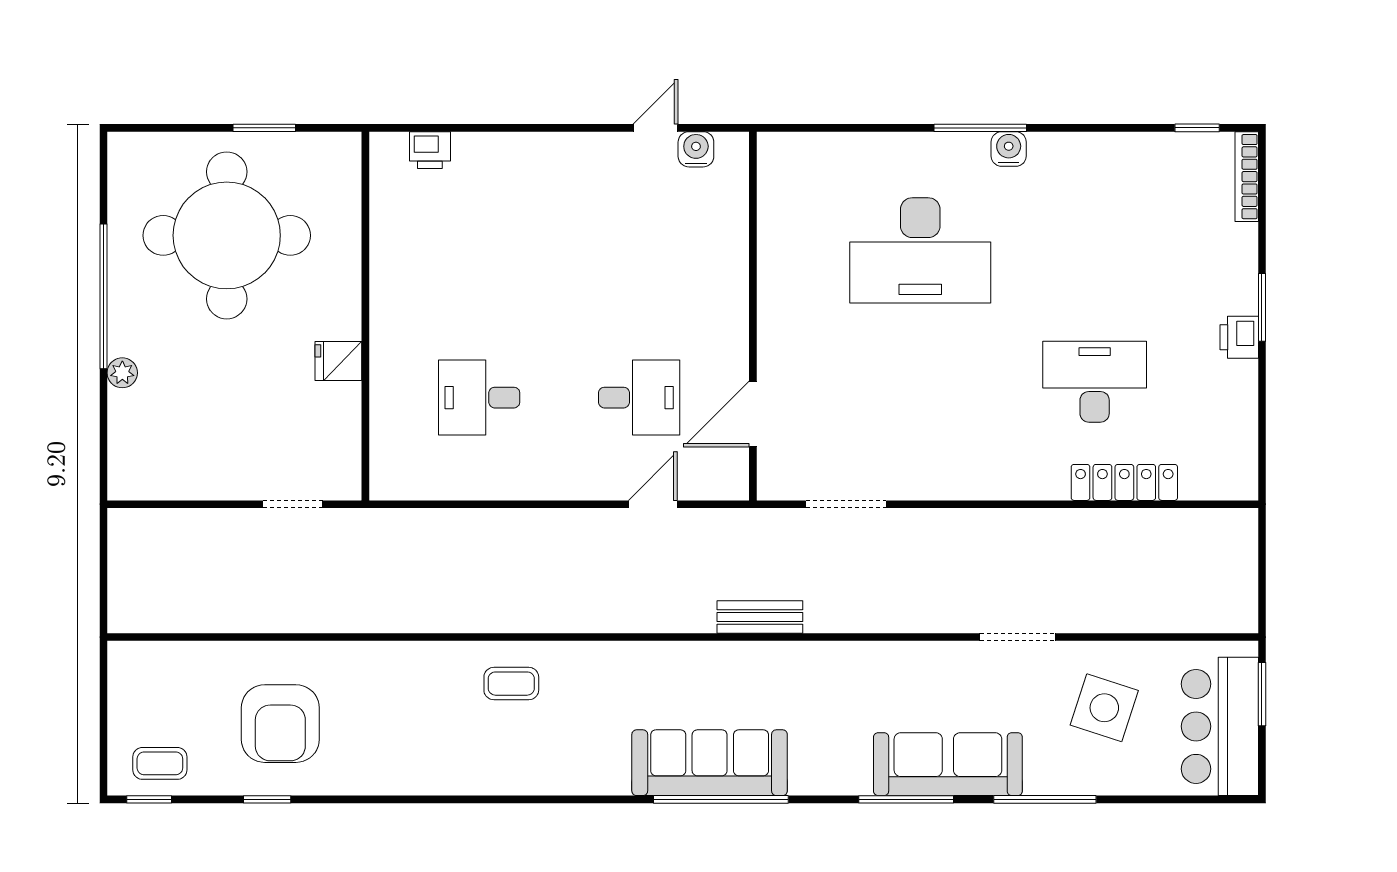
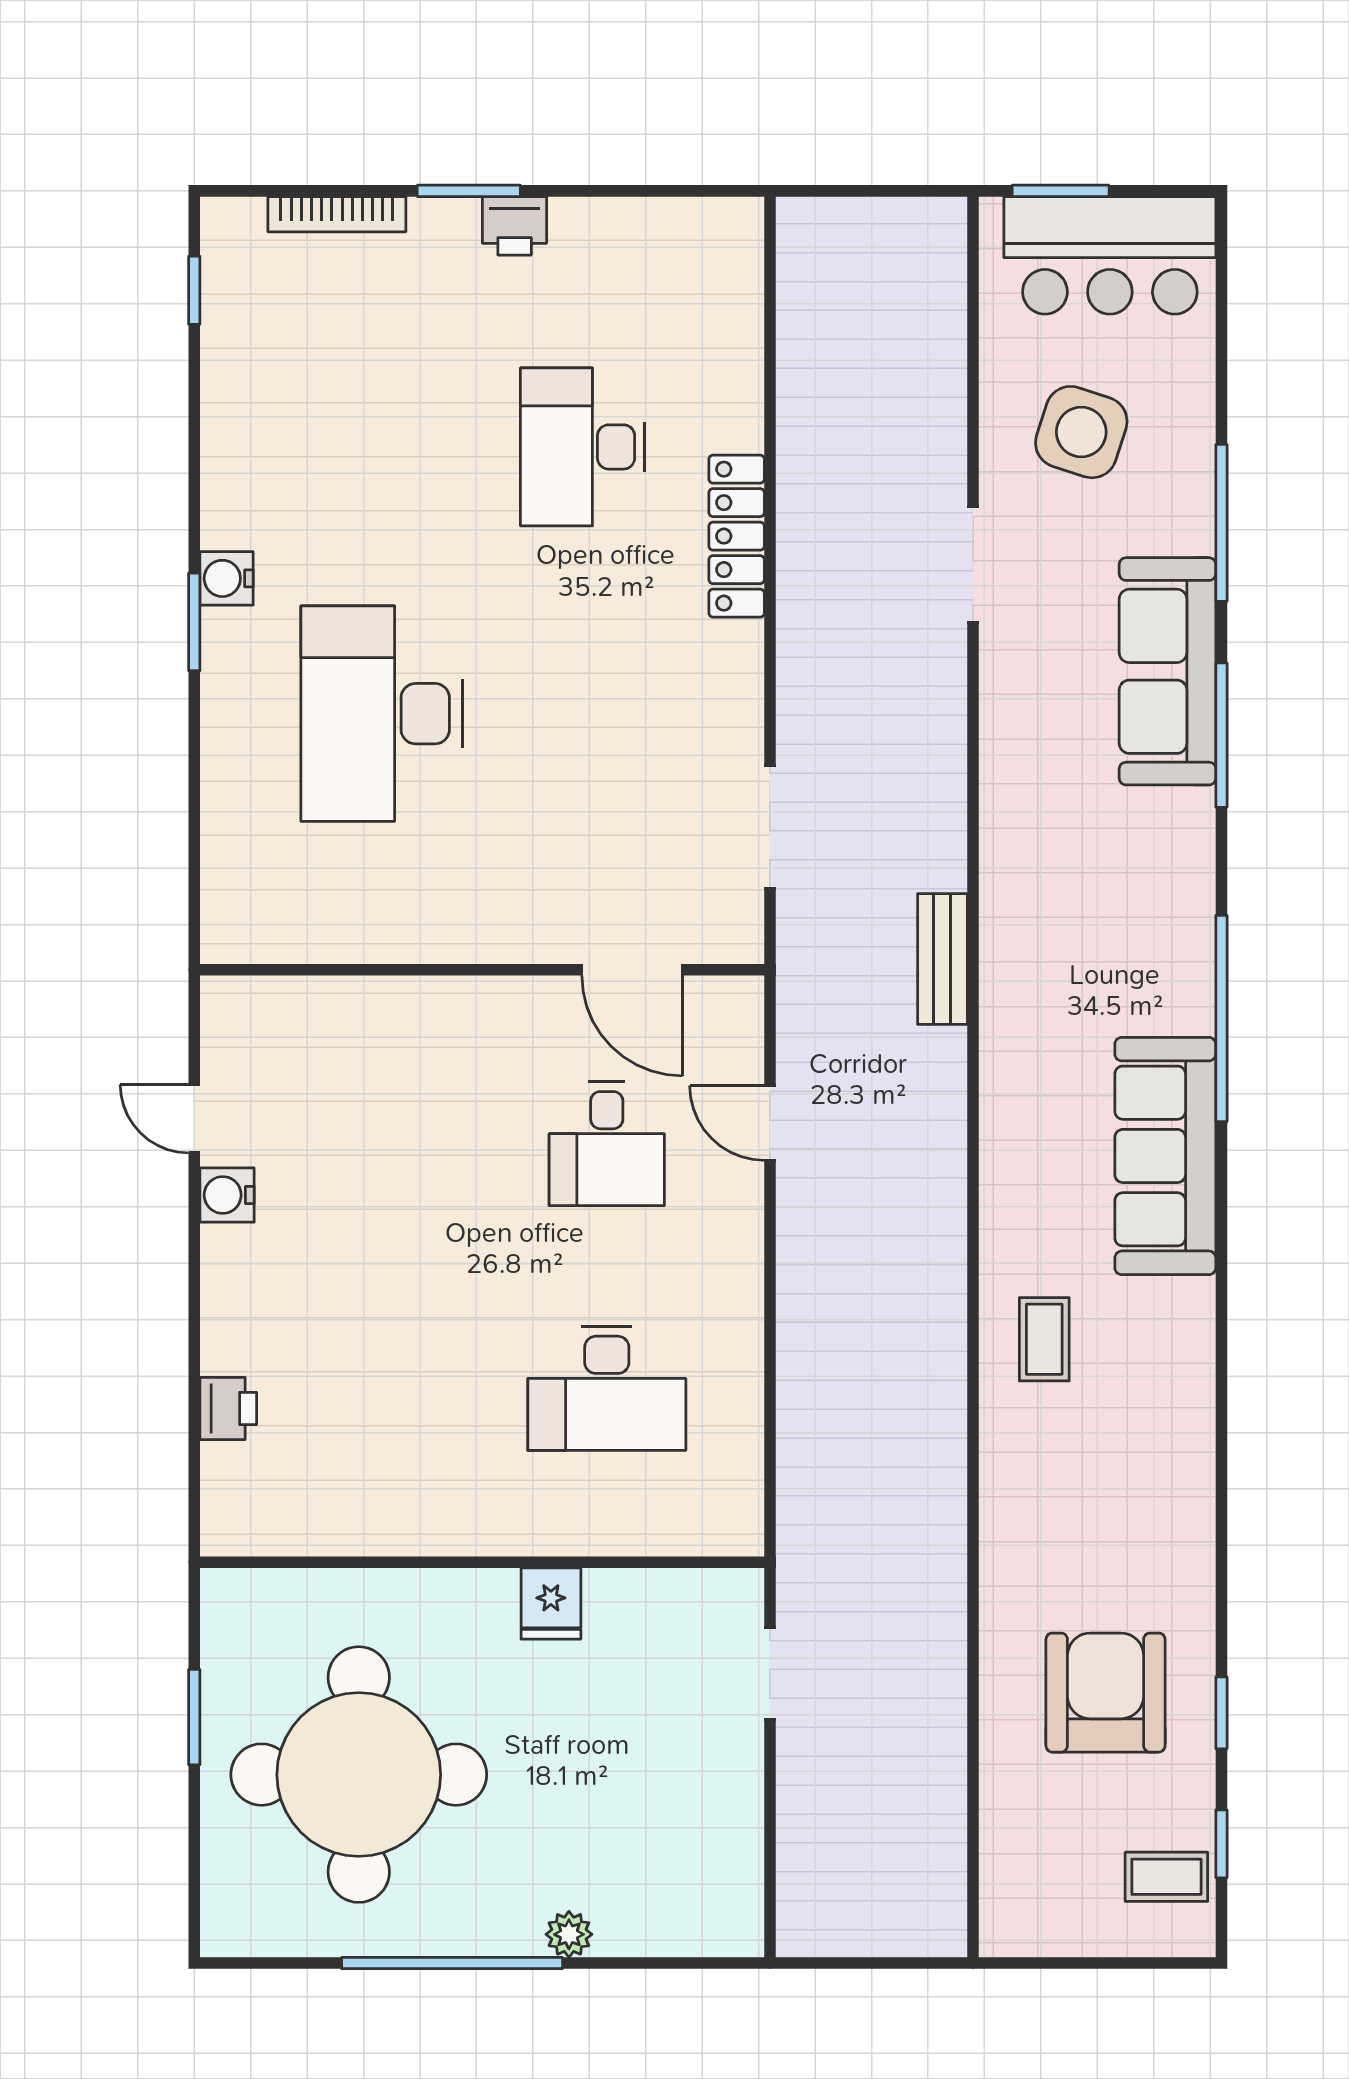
window: (980, 128) -> (194, 622), width x0.69
water cooler: (696, 149) -> (227, 1195), moved
printer: (430, 150) -> (228, 1408), moved
bookcase: (1247, 177) -> (337, 214), moved
desk: (920, 250) -> (382, 714), turned 180
desk: (479, 398) -> (607, 1388), width x1.37
desk: (639, 398) -> (607, 1144), turned 180
locker: (1124, 482) -> (737, 536), moved
armchair: (280, 724) -> (1106, 1693), turned -90
coffee table: (160, 763) -> (1166, 1877), turned 90
sofa: (710, 763) -> (1165, 1156), moved
window: (149, 799) -> (1221, 1844), moved

